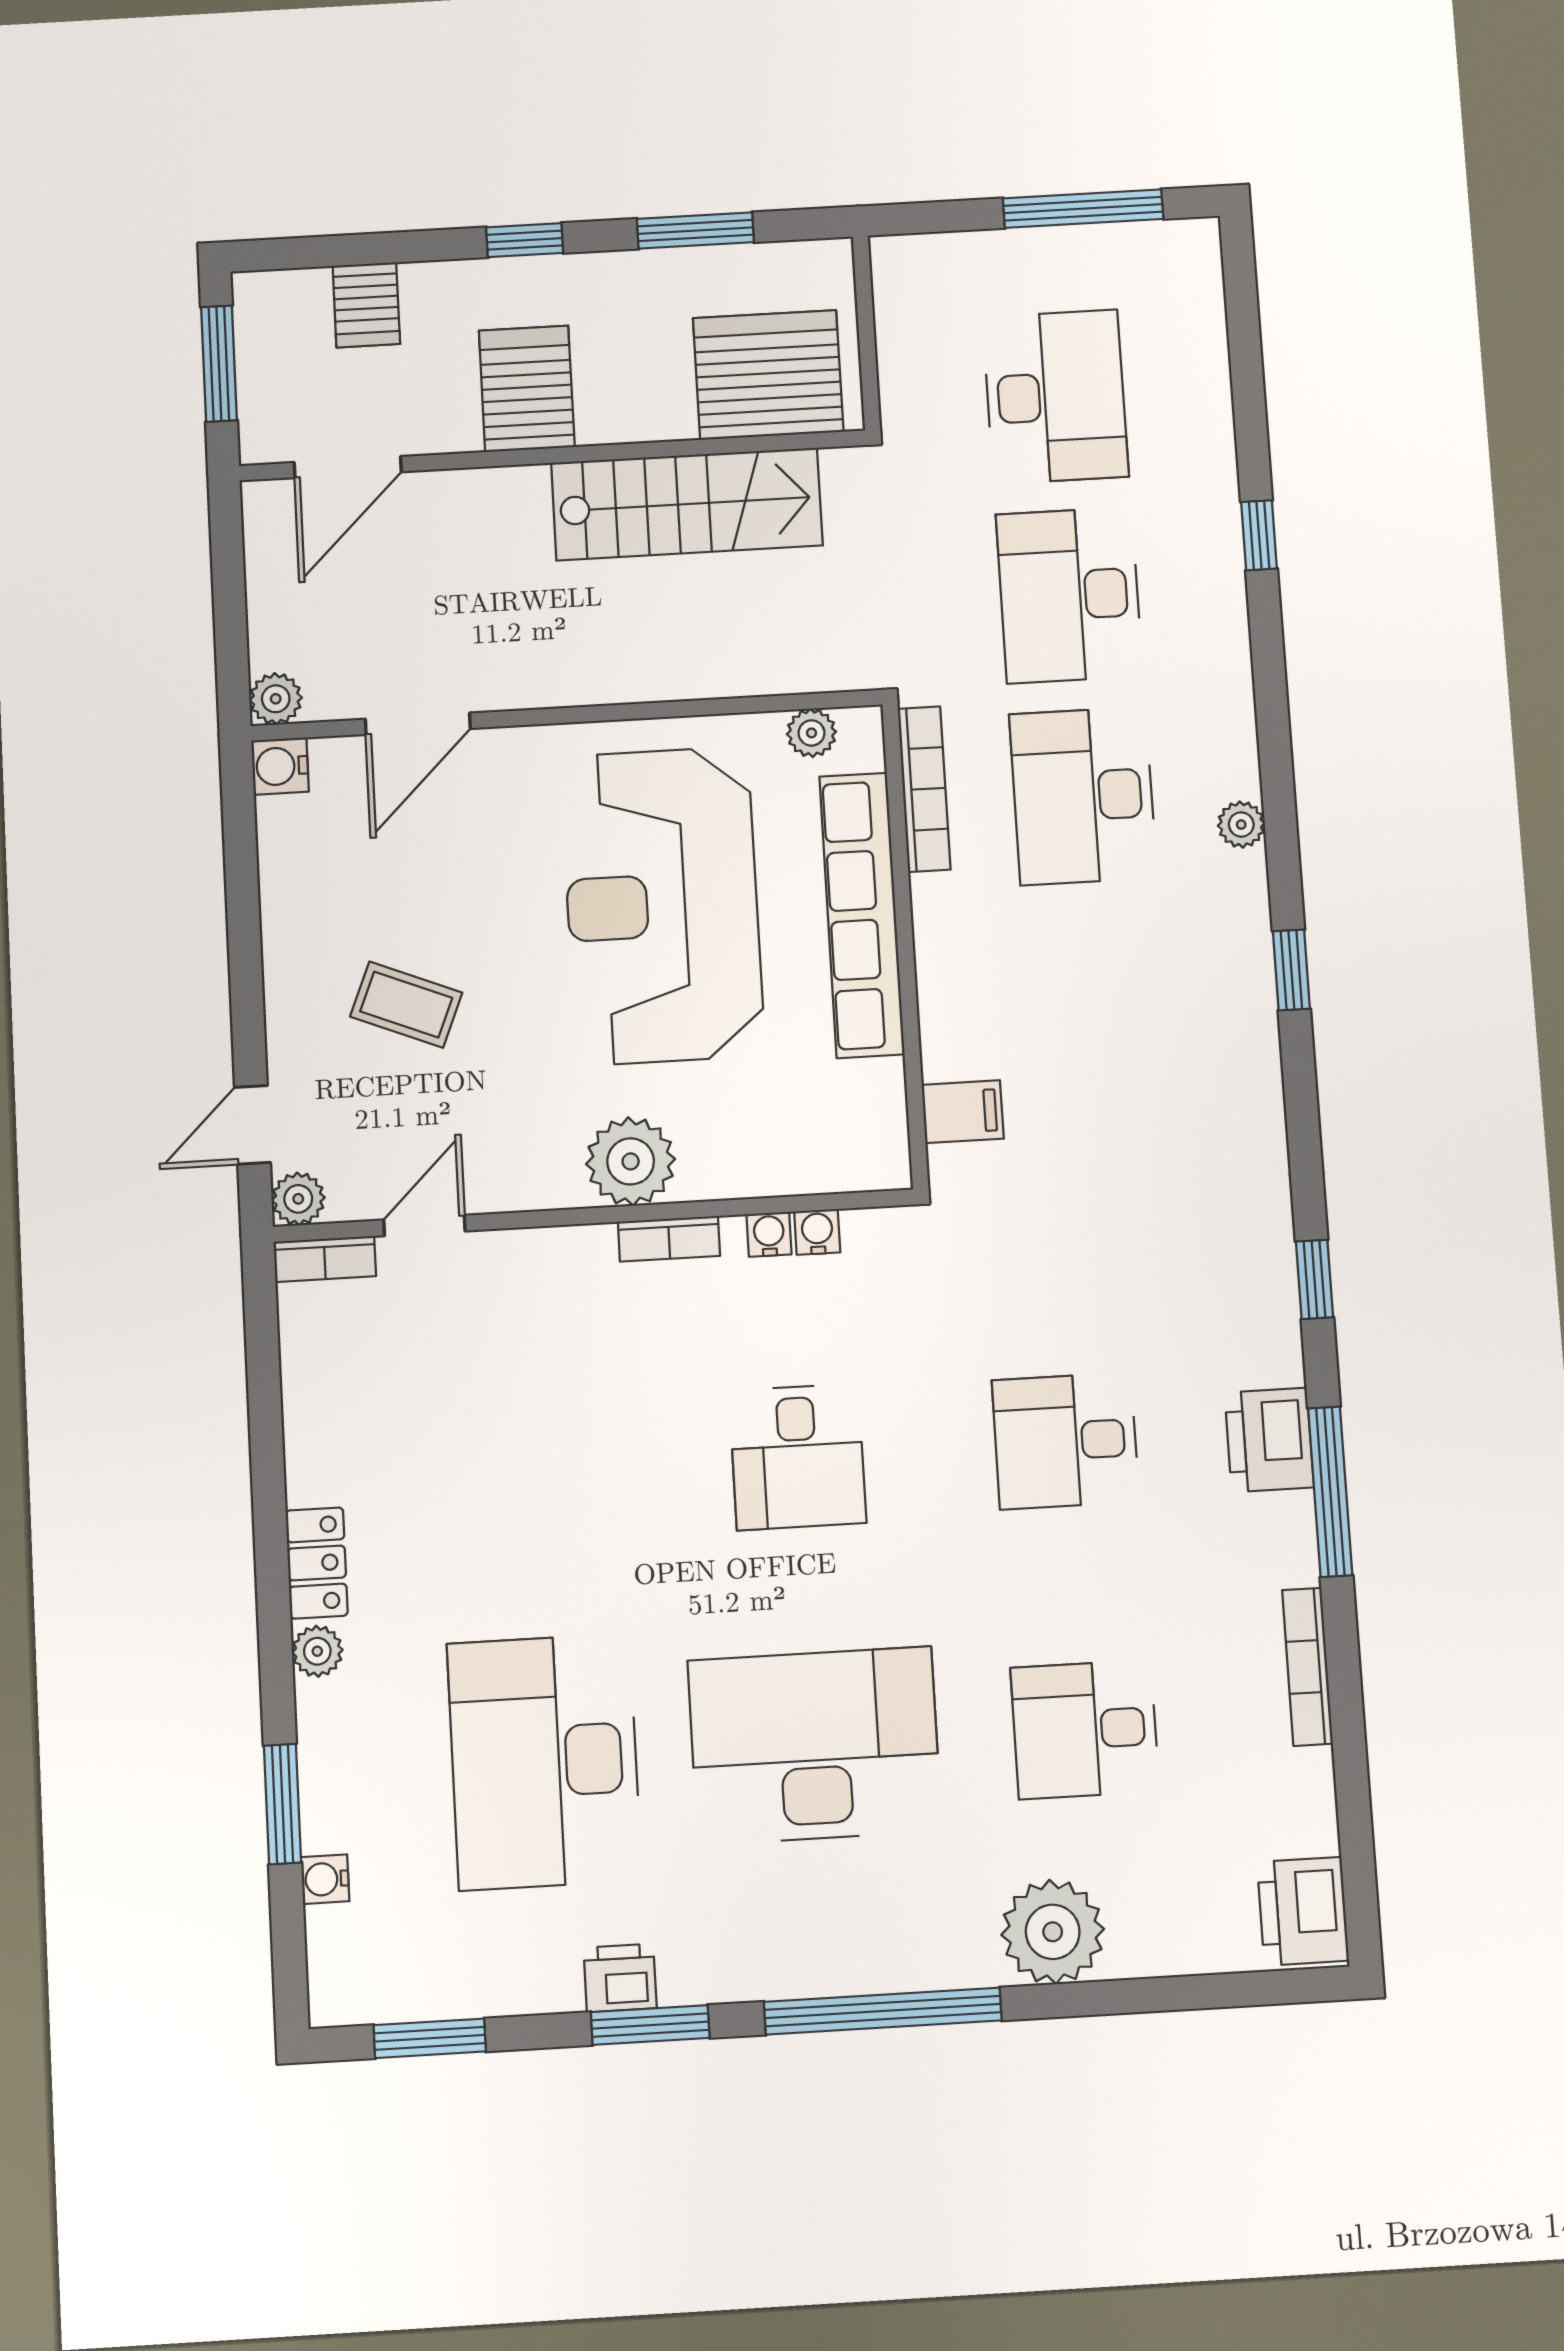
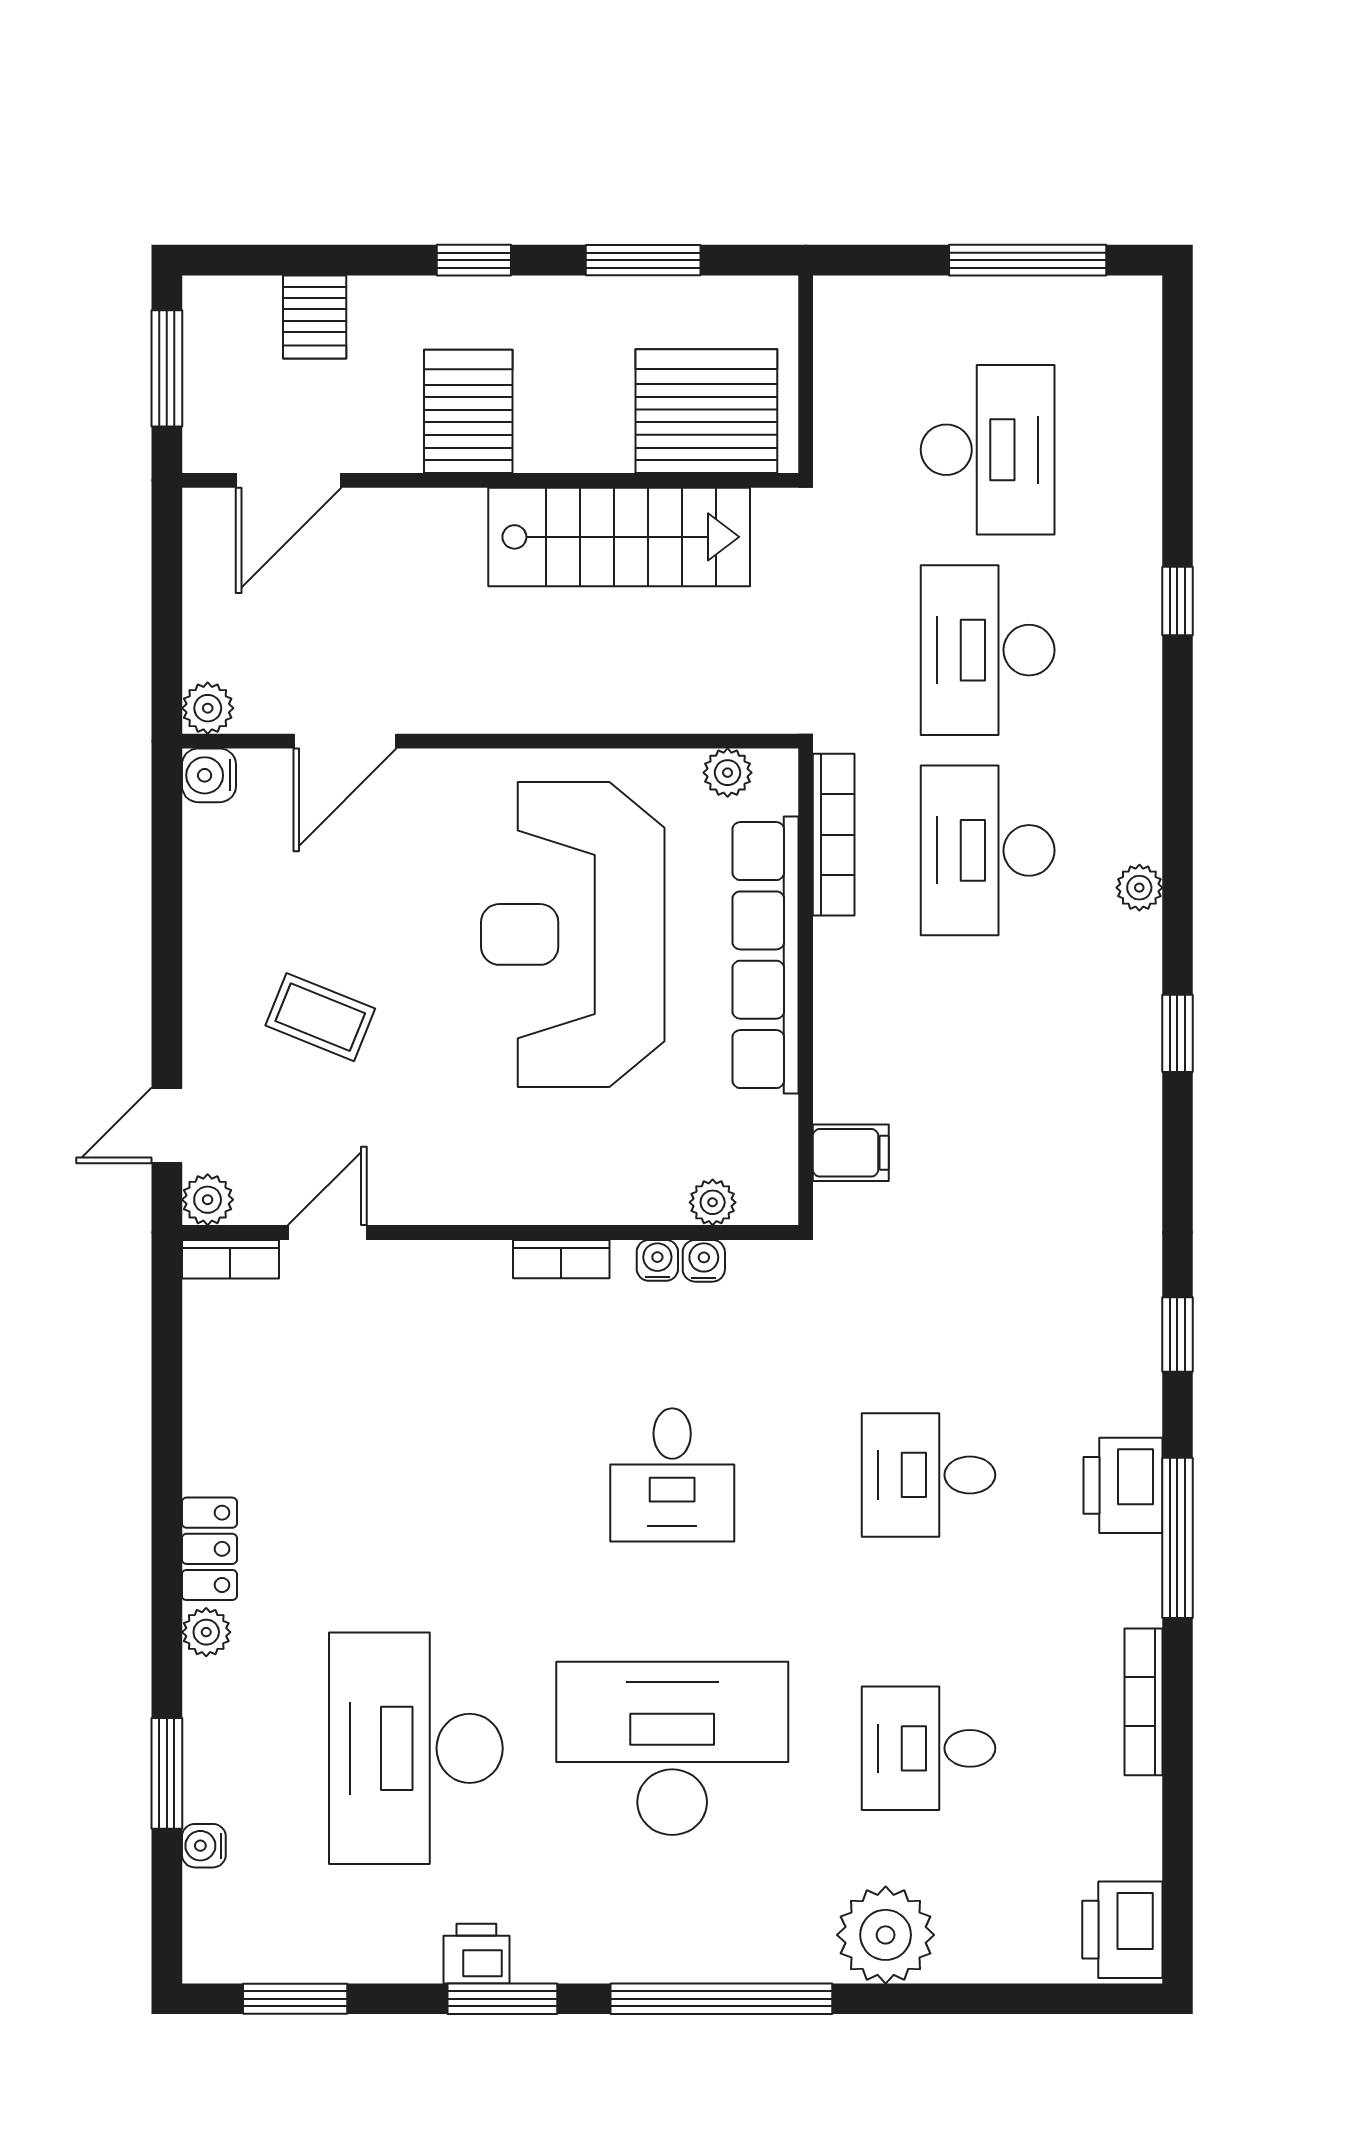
plant: (631, 1161) -> (713, 1202), moved, width x0.53, depth x0.53

